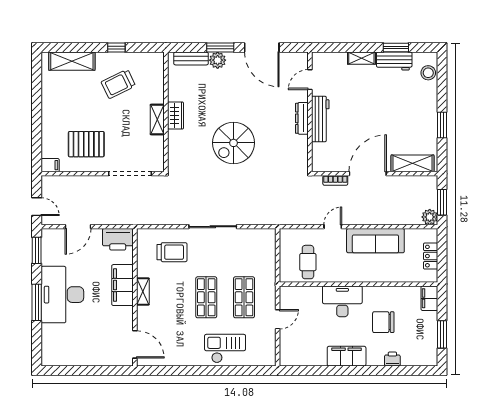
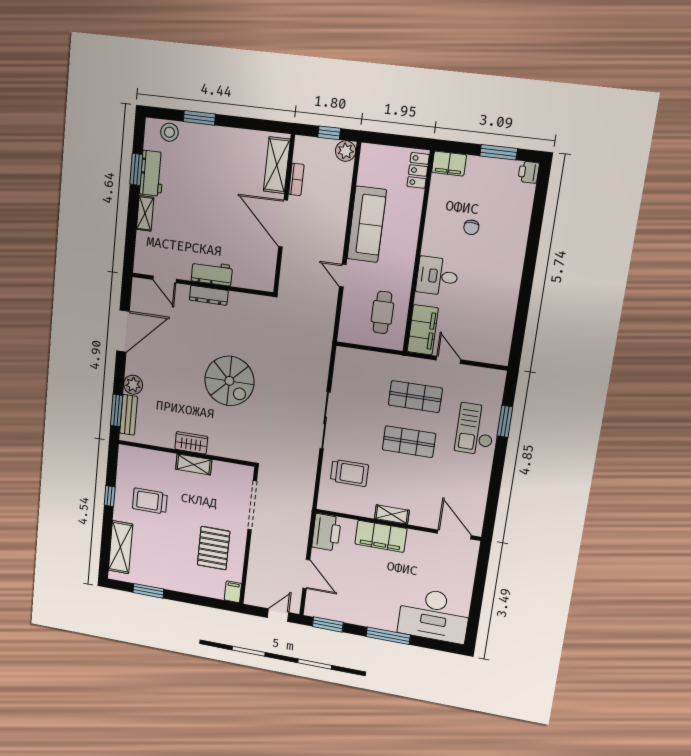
window: (220, 48) -> (117, 410), moved
trolley: (118, 84) -> (150, 501), turned 116
window: (37, 90) -> (148, 591), added
workbench: (320, 119) -> (212, 273), width x0.73
window: (442, 125) -> (199, 118), moved
bookcase: (335, 180) -> (296, 179), moved
window: (442, 202) -> (329, 133), width x0.67
trolley: (172, 252) -> (349, 473), turned 90
locker: (431, 256) -> (418, 171), moved, turned 90
cafe table: (308, 262) -> (382, 312), turned 90
desk: (62, 295) -> (434, 615), moved
desk: (342, 301) -> (437, 276), width x0.73
chair: (383, 322) -> (471, 227), width x0.54, depth x0.54
door: (135, 344) -> (454, 534), hinge flipped
filing cabinet: (347, 356) -> (423, 330), moved, turned 180
printer: (392, 359) -> (529, 172), moved
window: (235, 371) -> (505, 421), added

